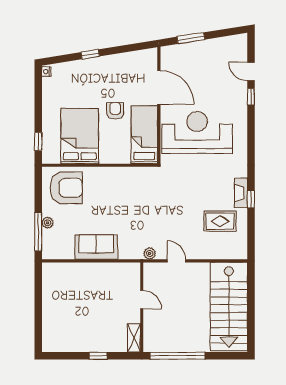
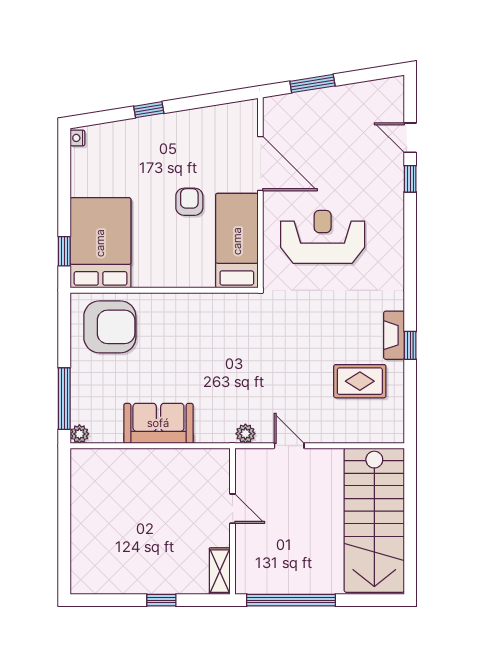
reception desk: (197, 132) -> (323, 237), width x0.74, depth x0.77
bed: (80, 136) -> (100, 243), moved
plant: (48, 223) -> (79, 434), moved

